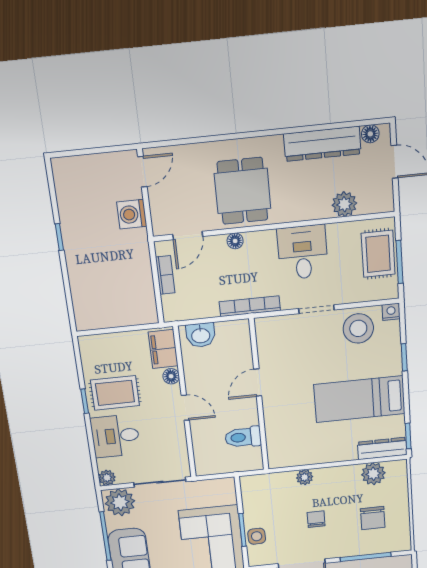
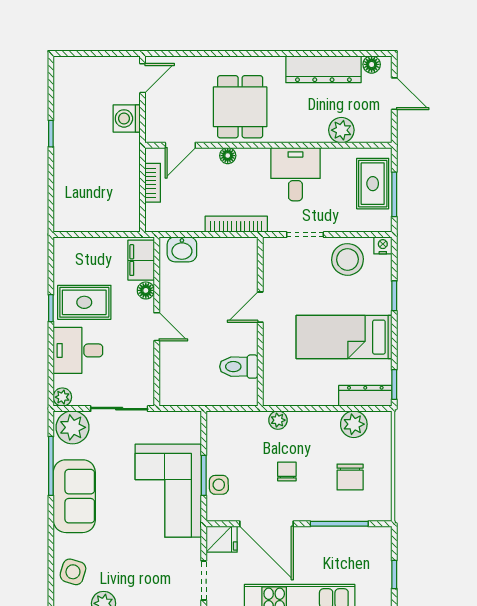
door: (258, 383) -> (260, 307), moved
wall: (259, 396) -> (260, 322), moved
toilet: (243, 437) -> (239, 367), moved

